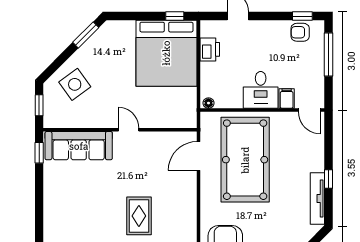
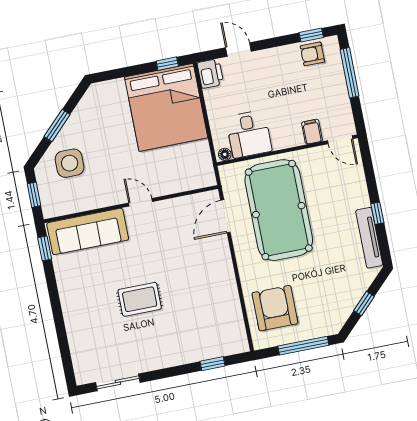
window: (86, 35) -> (57, 126), moved
printer: (210, 49) -> (210, 74), moved
side table: (75, 84) -> (70, 163), turned 36
desk: (261, 90) -> (249, 134), moved
rug: (139, 216) -> (140, 299), moved, turned 90

